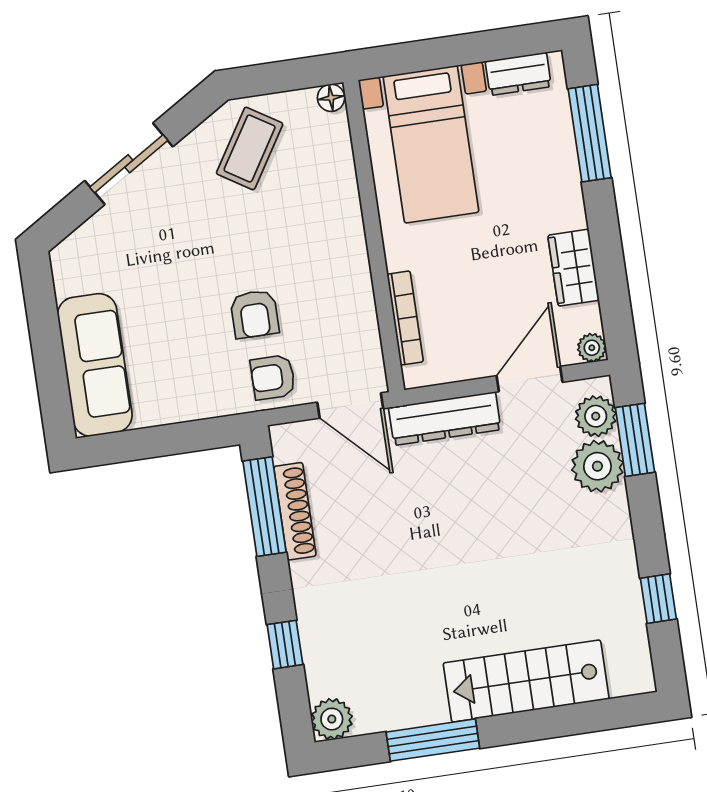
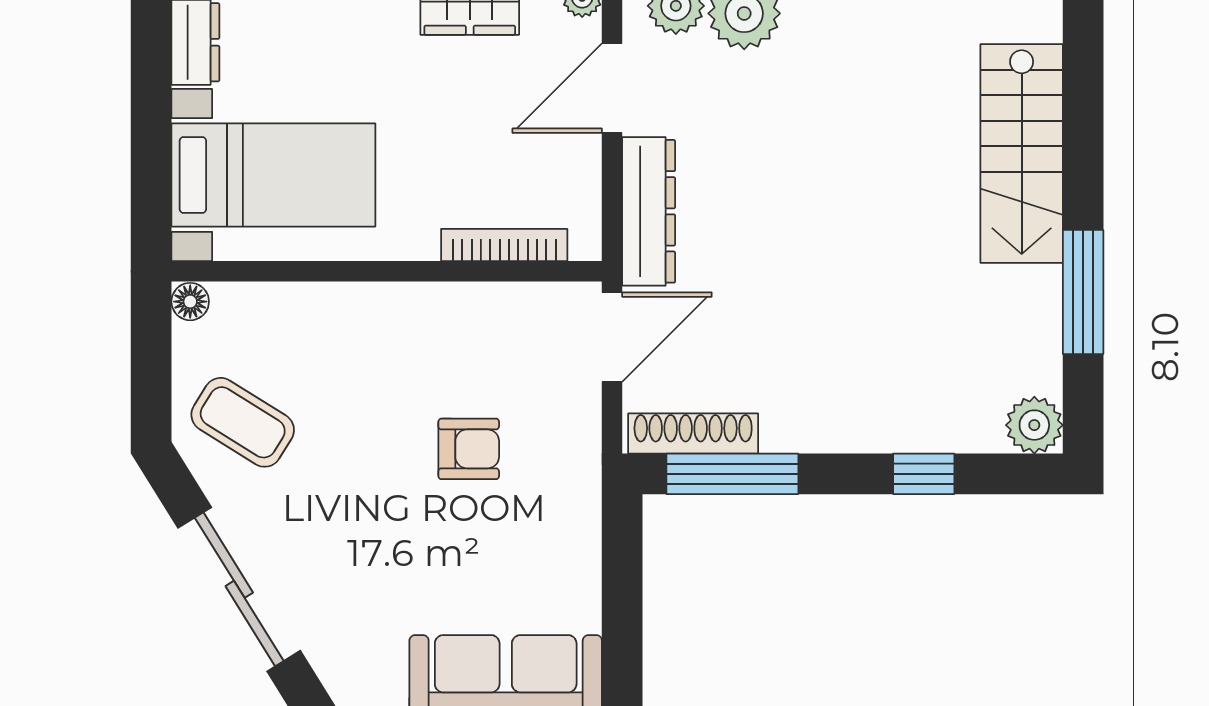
sliding door: (129, 164) -> (239, 589), width x1.37
armchair: (273, 377) -> (558, 437), removed
door: (530, 379) -> (612, 88), hinge flipped
shoe rack: (295, 511) -> (693, 433), moved

